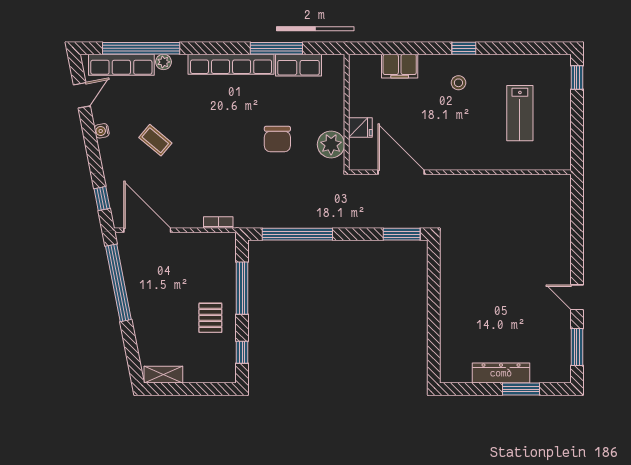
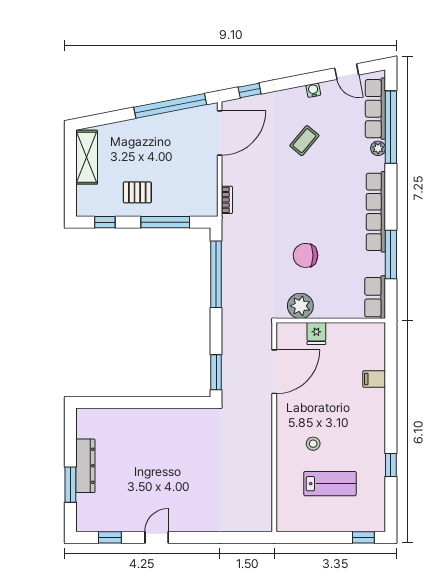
window: (464, 48) -> (391, 465), moved
row of seats: (298, 65) -> (375, 297), moved
filing cabinet: (400, 66) -> (374, 379), width x0.50
stool: (458, 83) -> (313, 444), moved
lab bench: (520, 113) -> (330, 484), turned 180
window: (577, 347) -> (110, 537), width x0.67
shelving: (163, 375) -> (87, 157), width x1.50, depth x1.33

